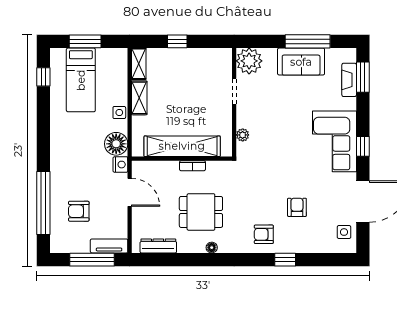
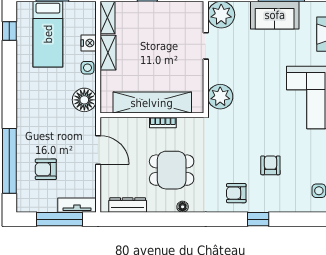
plant: (243, 135) -> (220, 97), width x1.87, depth x1.87
nightstand: (120, 165) -> (89, 43), moved

